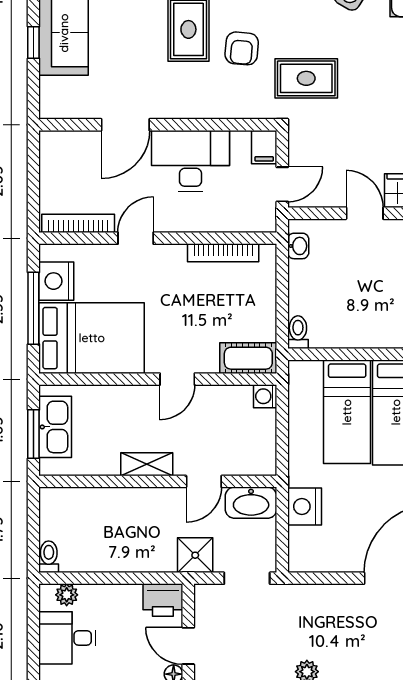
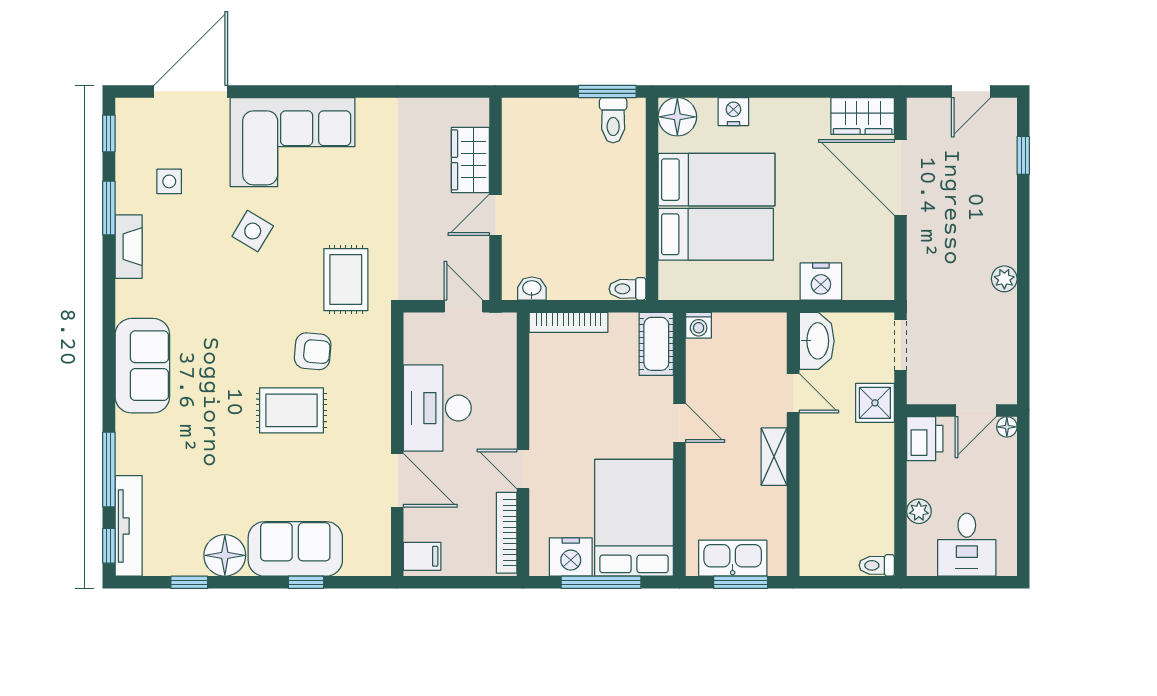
filing cabinet: (264, 147) -> (422, 556), moved
bookcase: (223, 253) -> (569, 322), moved, turned 90
plant: (67, 595) -> (919, 511), moved

